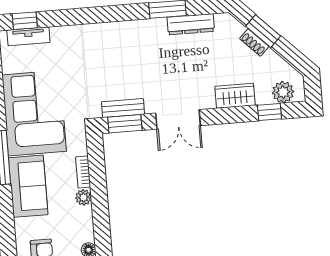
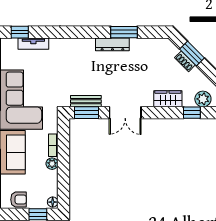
dresser: (191, 24) -> (112, 44), moved
tv unit: (28, 36) -> (33, 44), moved

